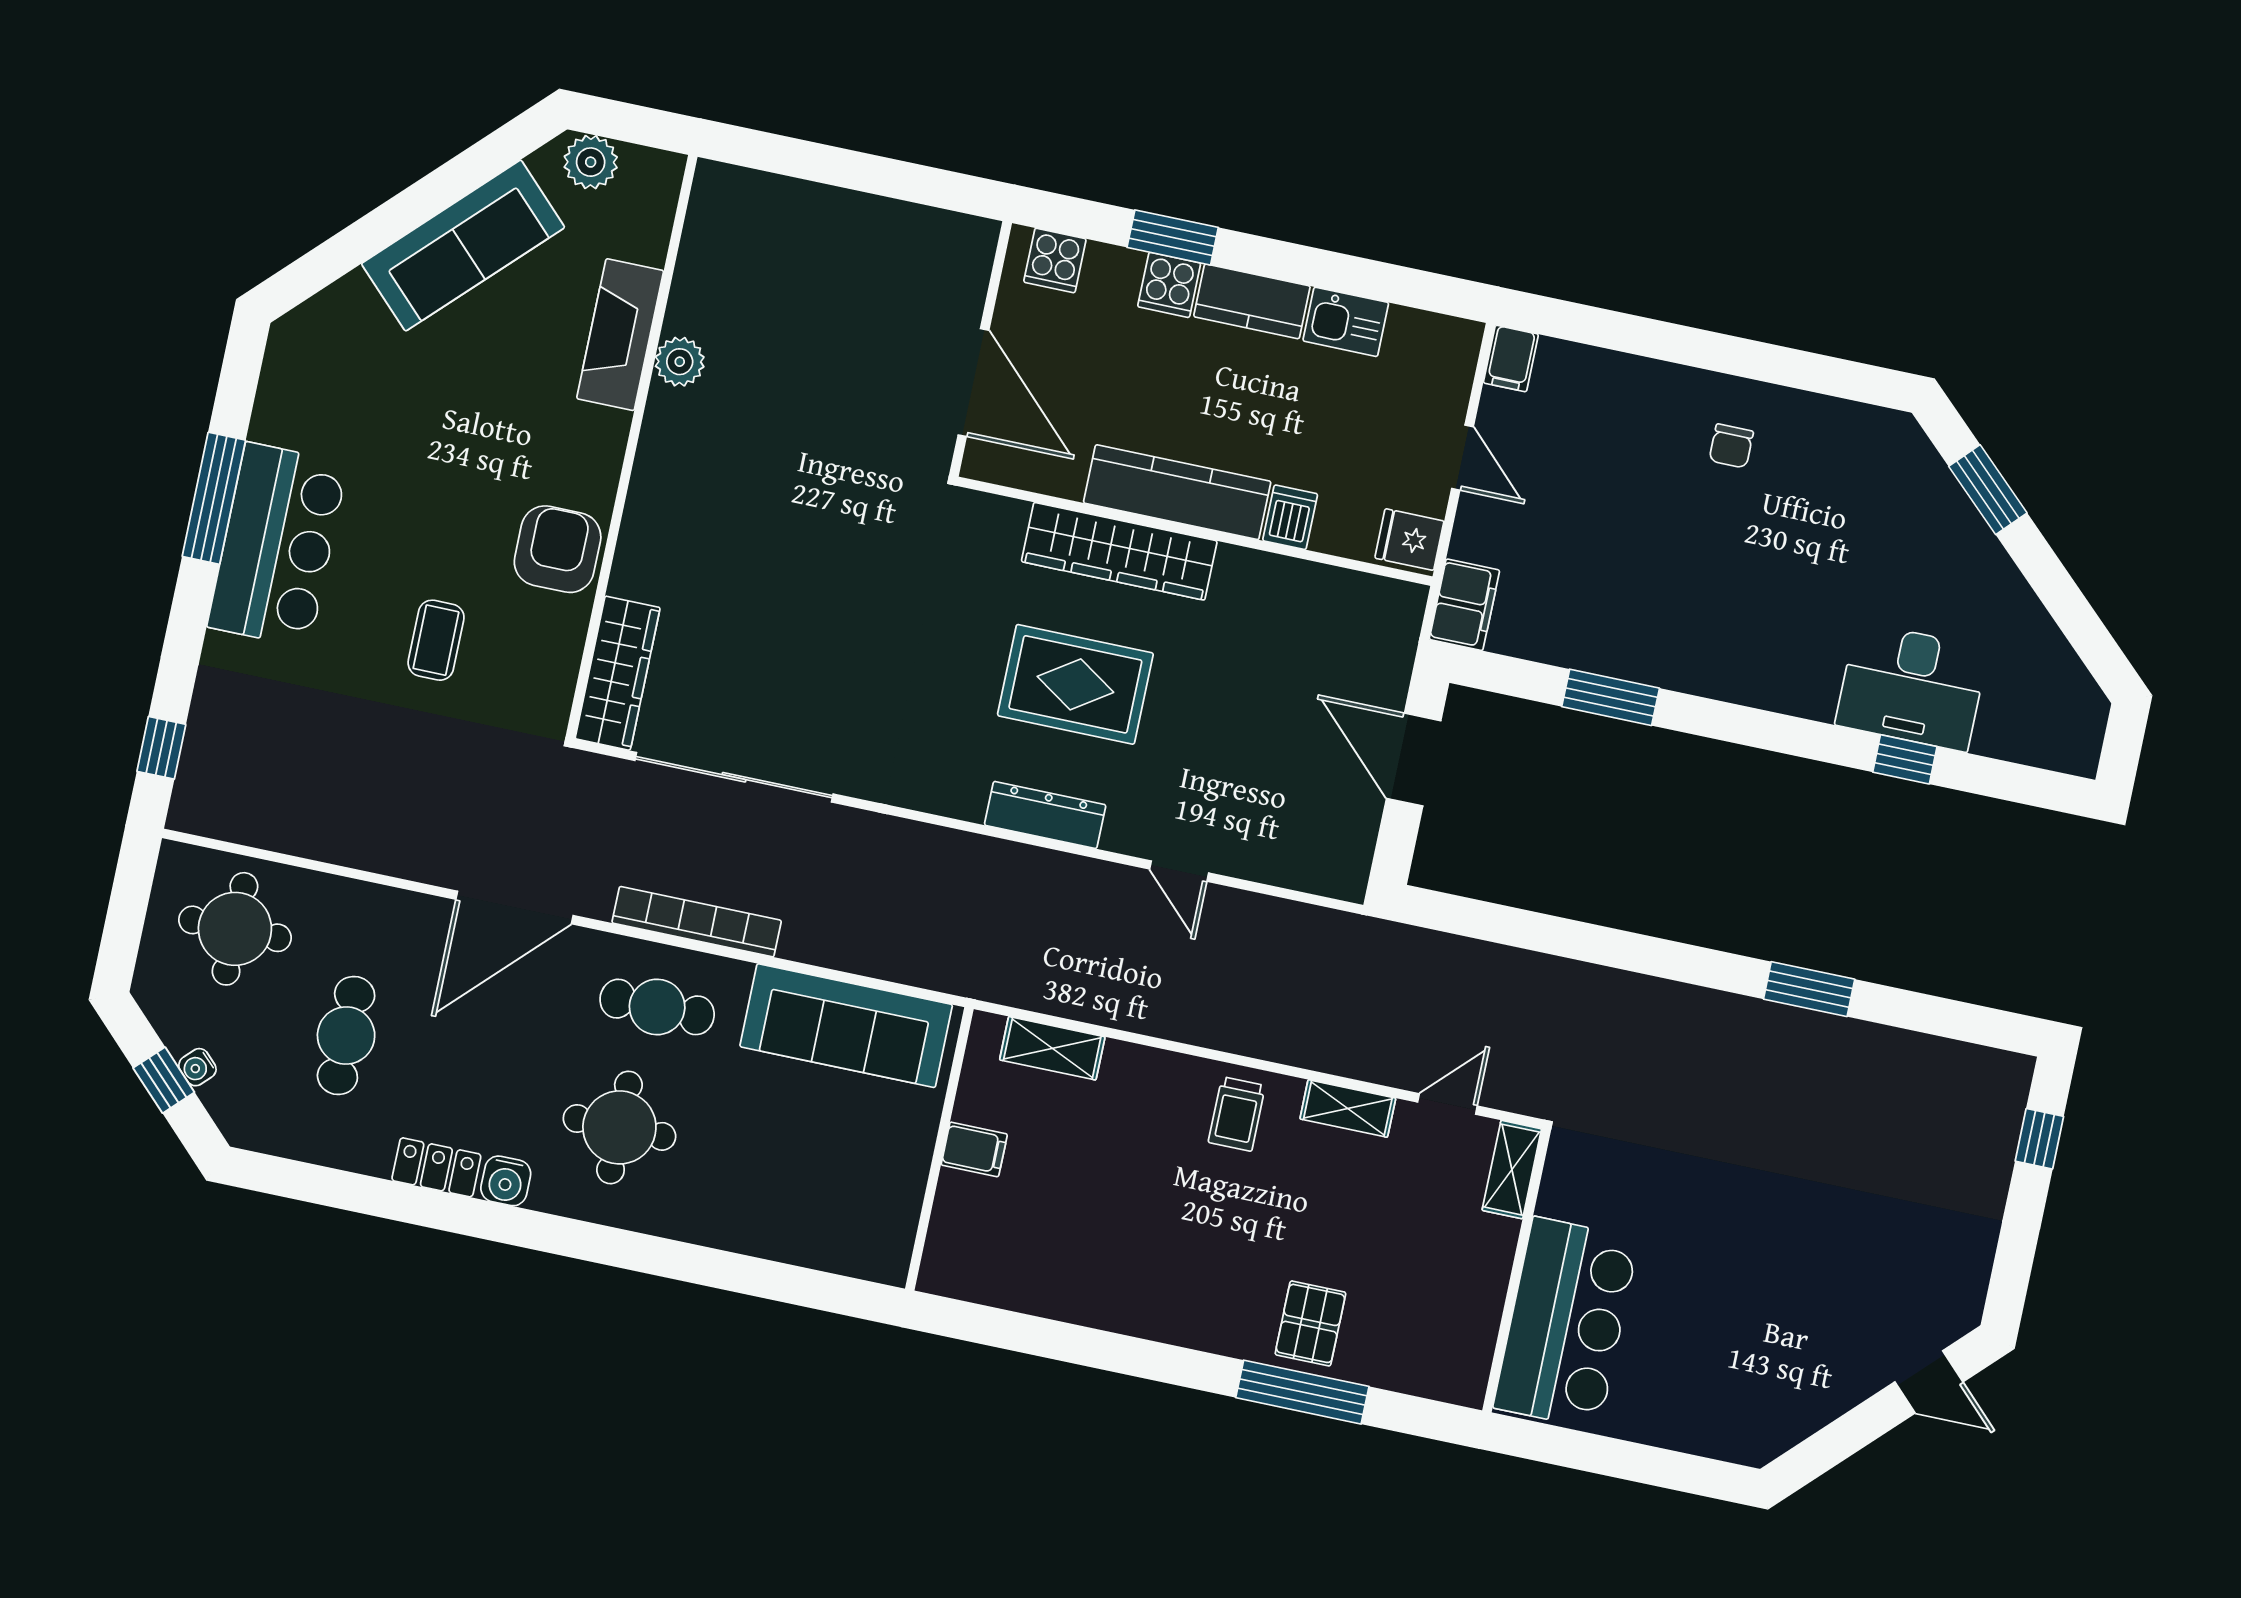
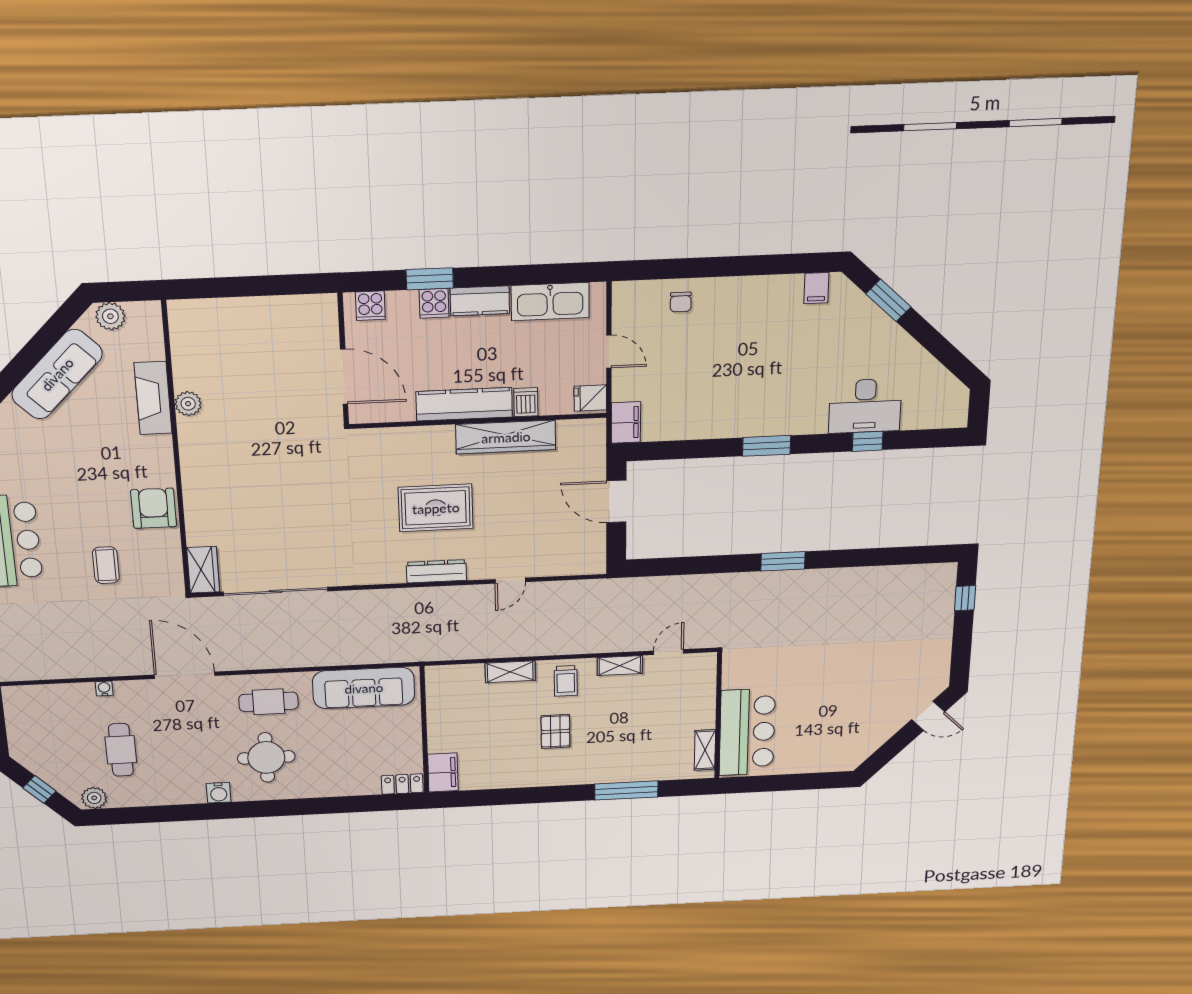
kitchen sink: (1346, 322) -> (550, 302), width x1.88, depth x1.24
filing cabinet: (1511, 359) -> (816, 288), moved
chair: (1731, 446) -> (681, 302), moved
wardrobe: (1119, 551) -> (506, 437), moved
wardrobe: (618, 673) -> (203, 570), width x0.67
window: (1611, 697) -> (767, 446), moved
door: (1179, 871) -> (510, 581), hinge flipped
door: (515, 907) -> (185, 675), swing flipped
bookcase: (697, 922) -> (276, 660), removed
round table: (235, 929) -> (51, 717), removed
window: (1809, 989) -> (783, 561), moved
shelving: (1052, 1048) -> (510, 672), moved
water cooler: (197, 1067) -> (104, 689), moved, turned 135
plant: (263, 1127) -> (94, 798), added
filing cabinet: (974, 1149) -> (443, 772), moved, width x2.00
locker: (436, 1167) -> (402, 784), moved
shelving: (1512, 1170) -> (705, 750), moved
pallet: (1310, 1323) -> (555, 731), moved

